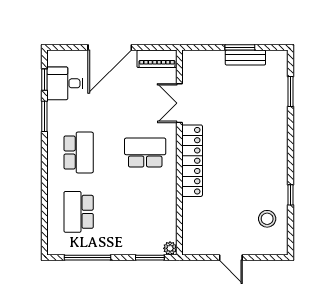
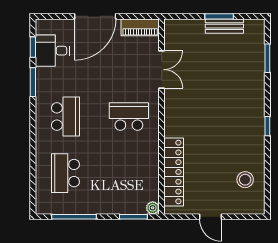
double door: (179, 103) -> (162, 69), swing flipped
locker: (192, 161) -> (174, 172), moved
window: (291, 195) -> (267, 126), moved

